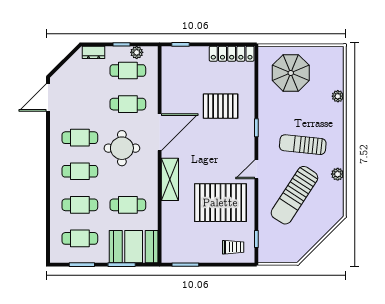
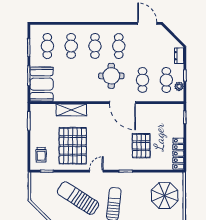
door: (256, 169) -> (96, 171), hinge flipped
shelving: (170, 179) -> (71, 110), moved
cafe table: (128, 205) -> (71, 80), removed

